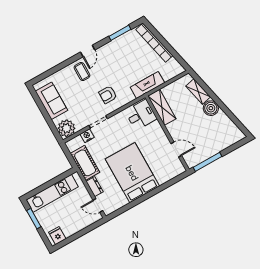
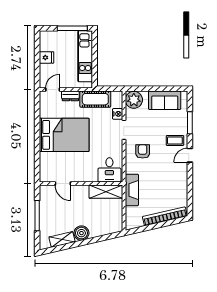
window: (120, 33) -> (190, 123), moved
door: (88, 51) -> (190, 155), hinge flipped
shelving: (198, 92) -> (62, 239), moved
door: (176, 149) -> (63, 184), hinge flipped
window: (207, 162) -> (37, 216), moved
window: (34, 219) -> (72, 28), width x1.44
fridge: (57, 236) -> (46, 57), moved

